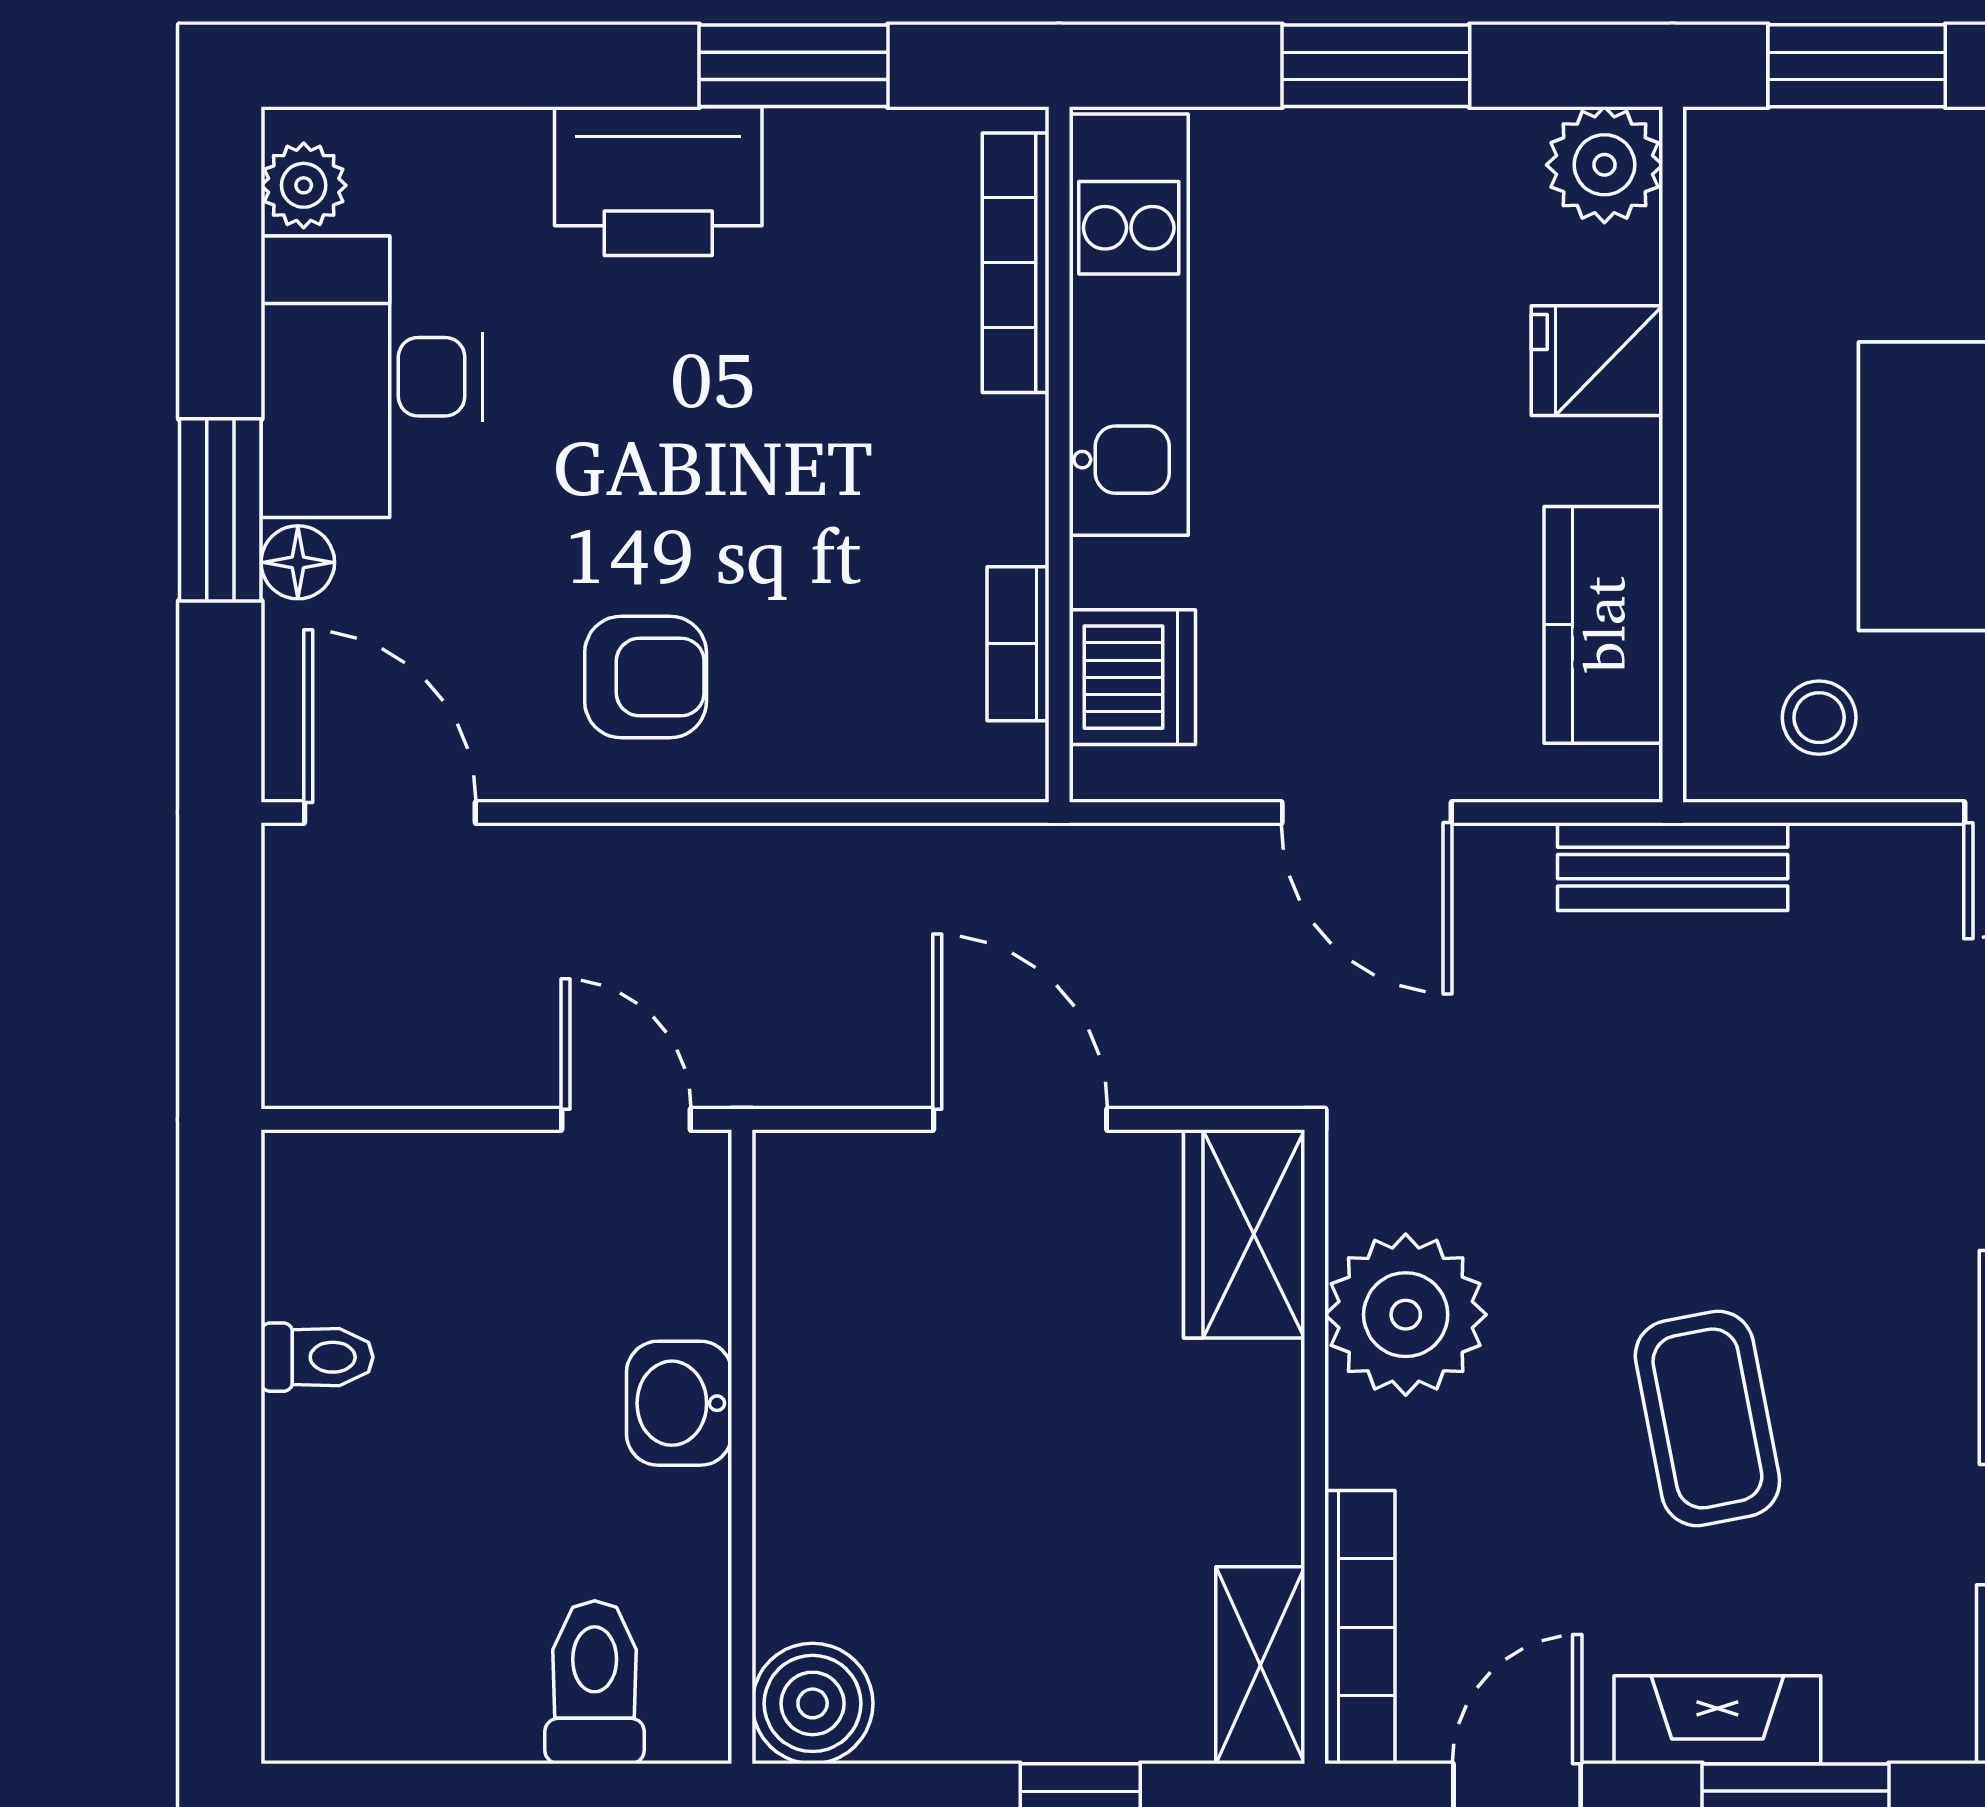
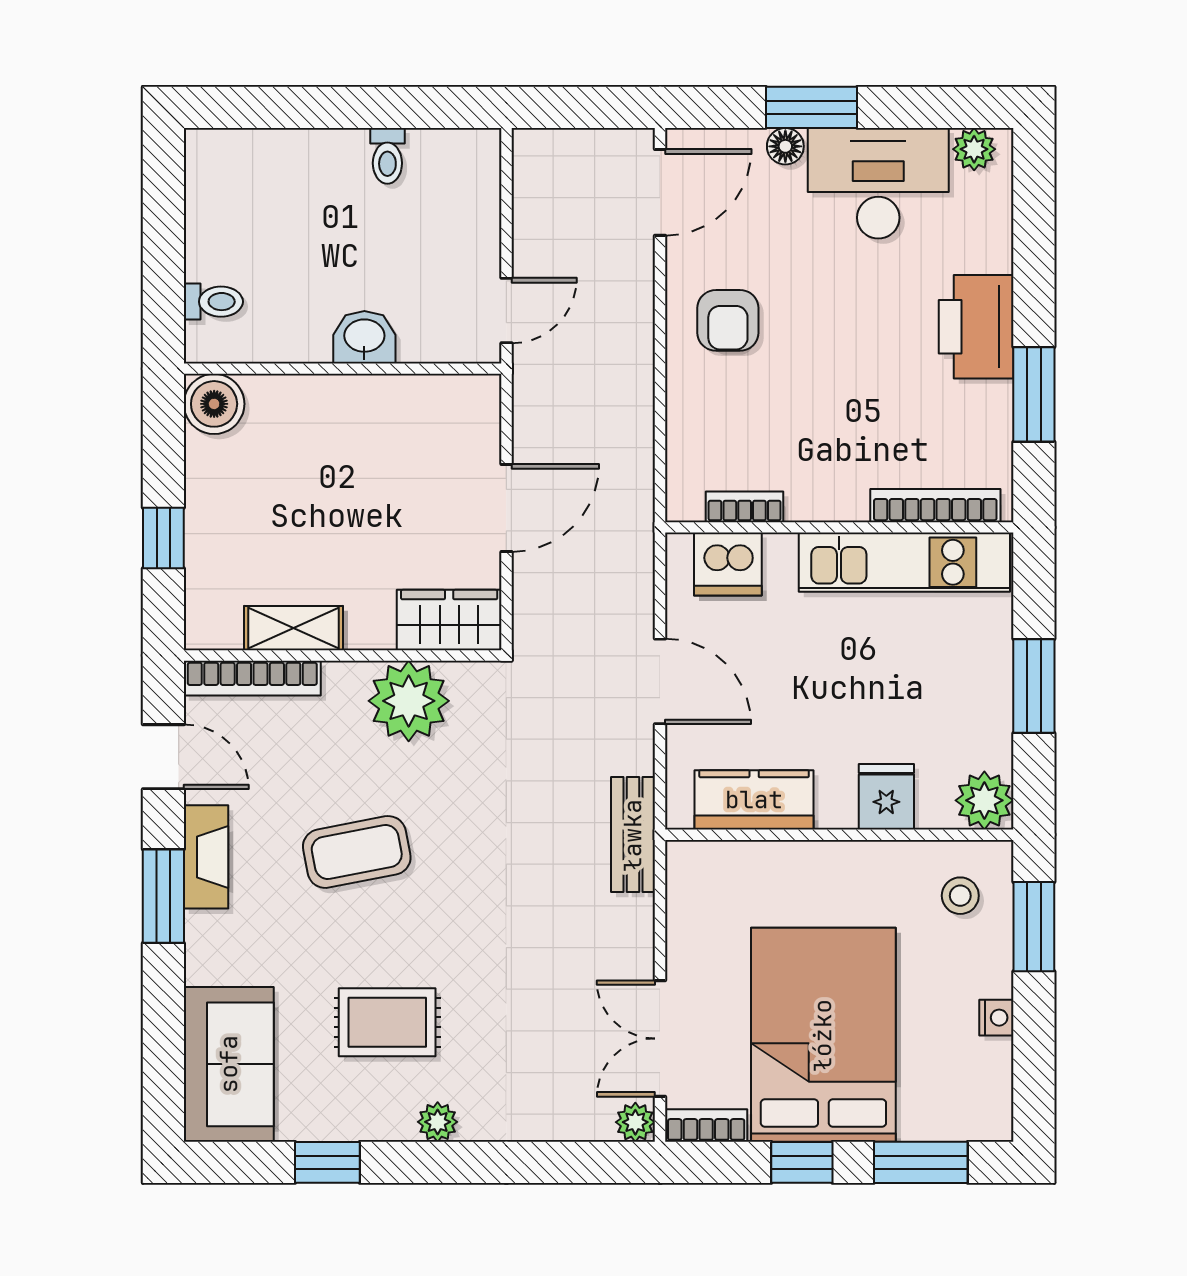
stool: (1819, 718) -> (960, 896), moved
door: (1367, 813) -> (660, 681), swing flipped
shelving: (1260, 1665) -> (294, 628), moved
toilet: (595, 1682) -> (213, 302), width x0.73, depth x0.72

